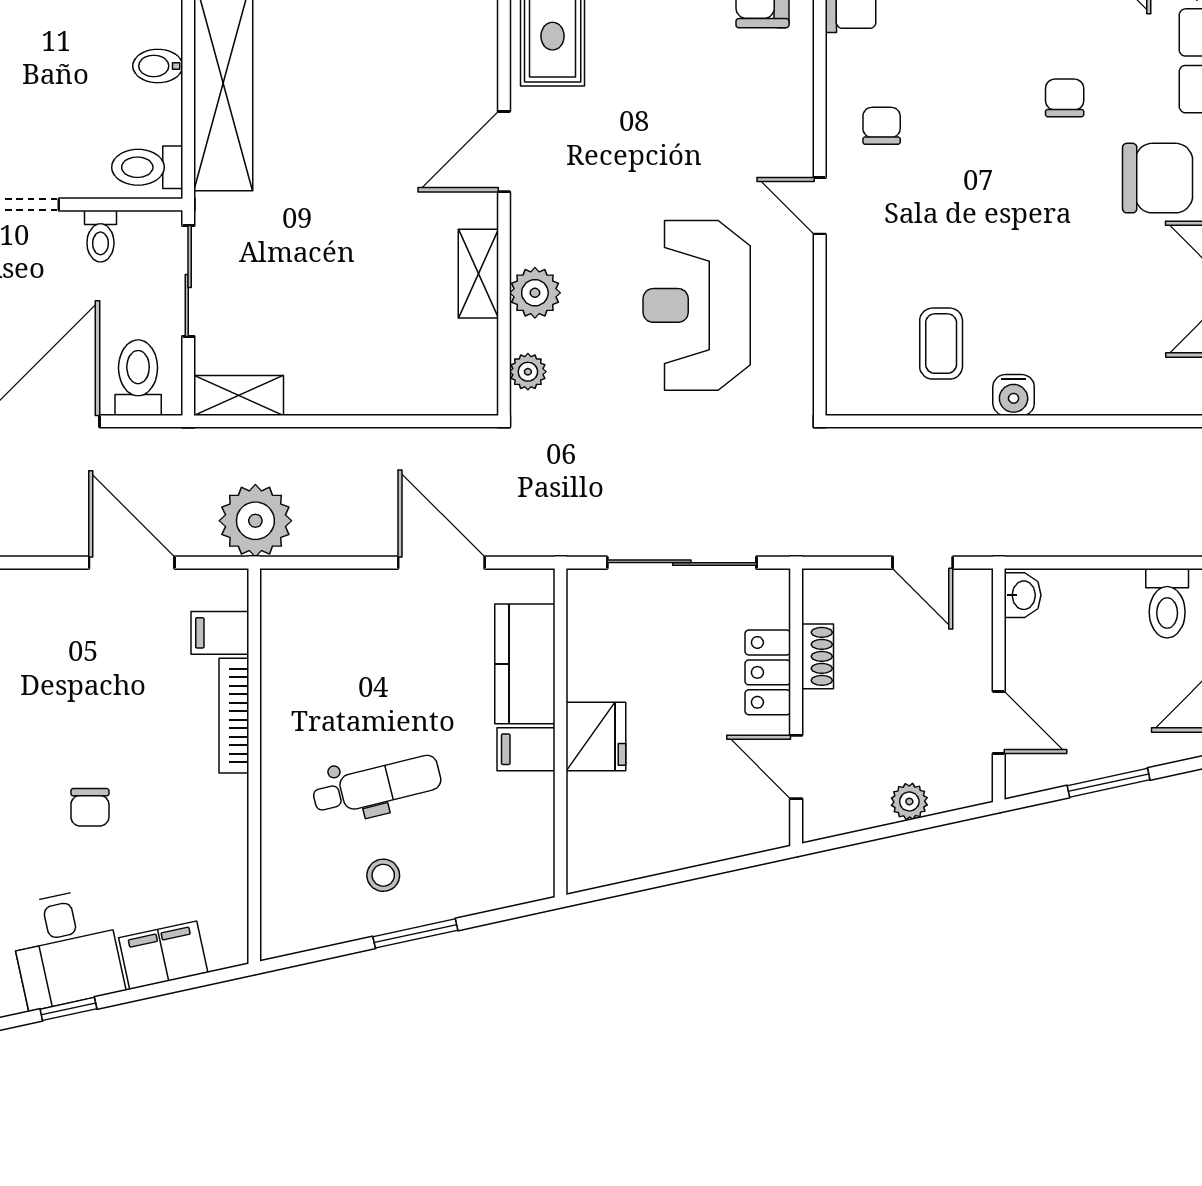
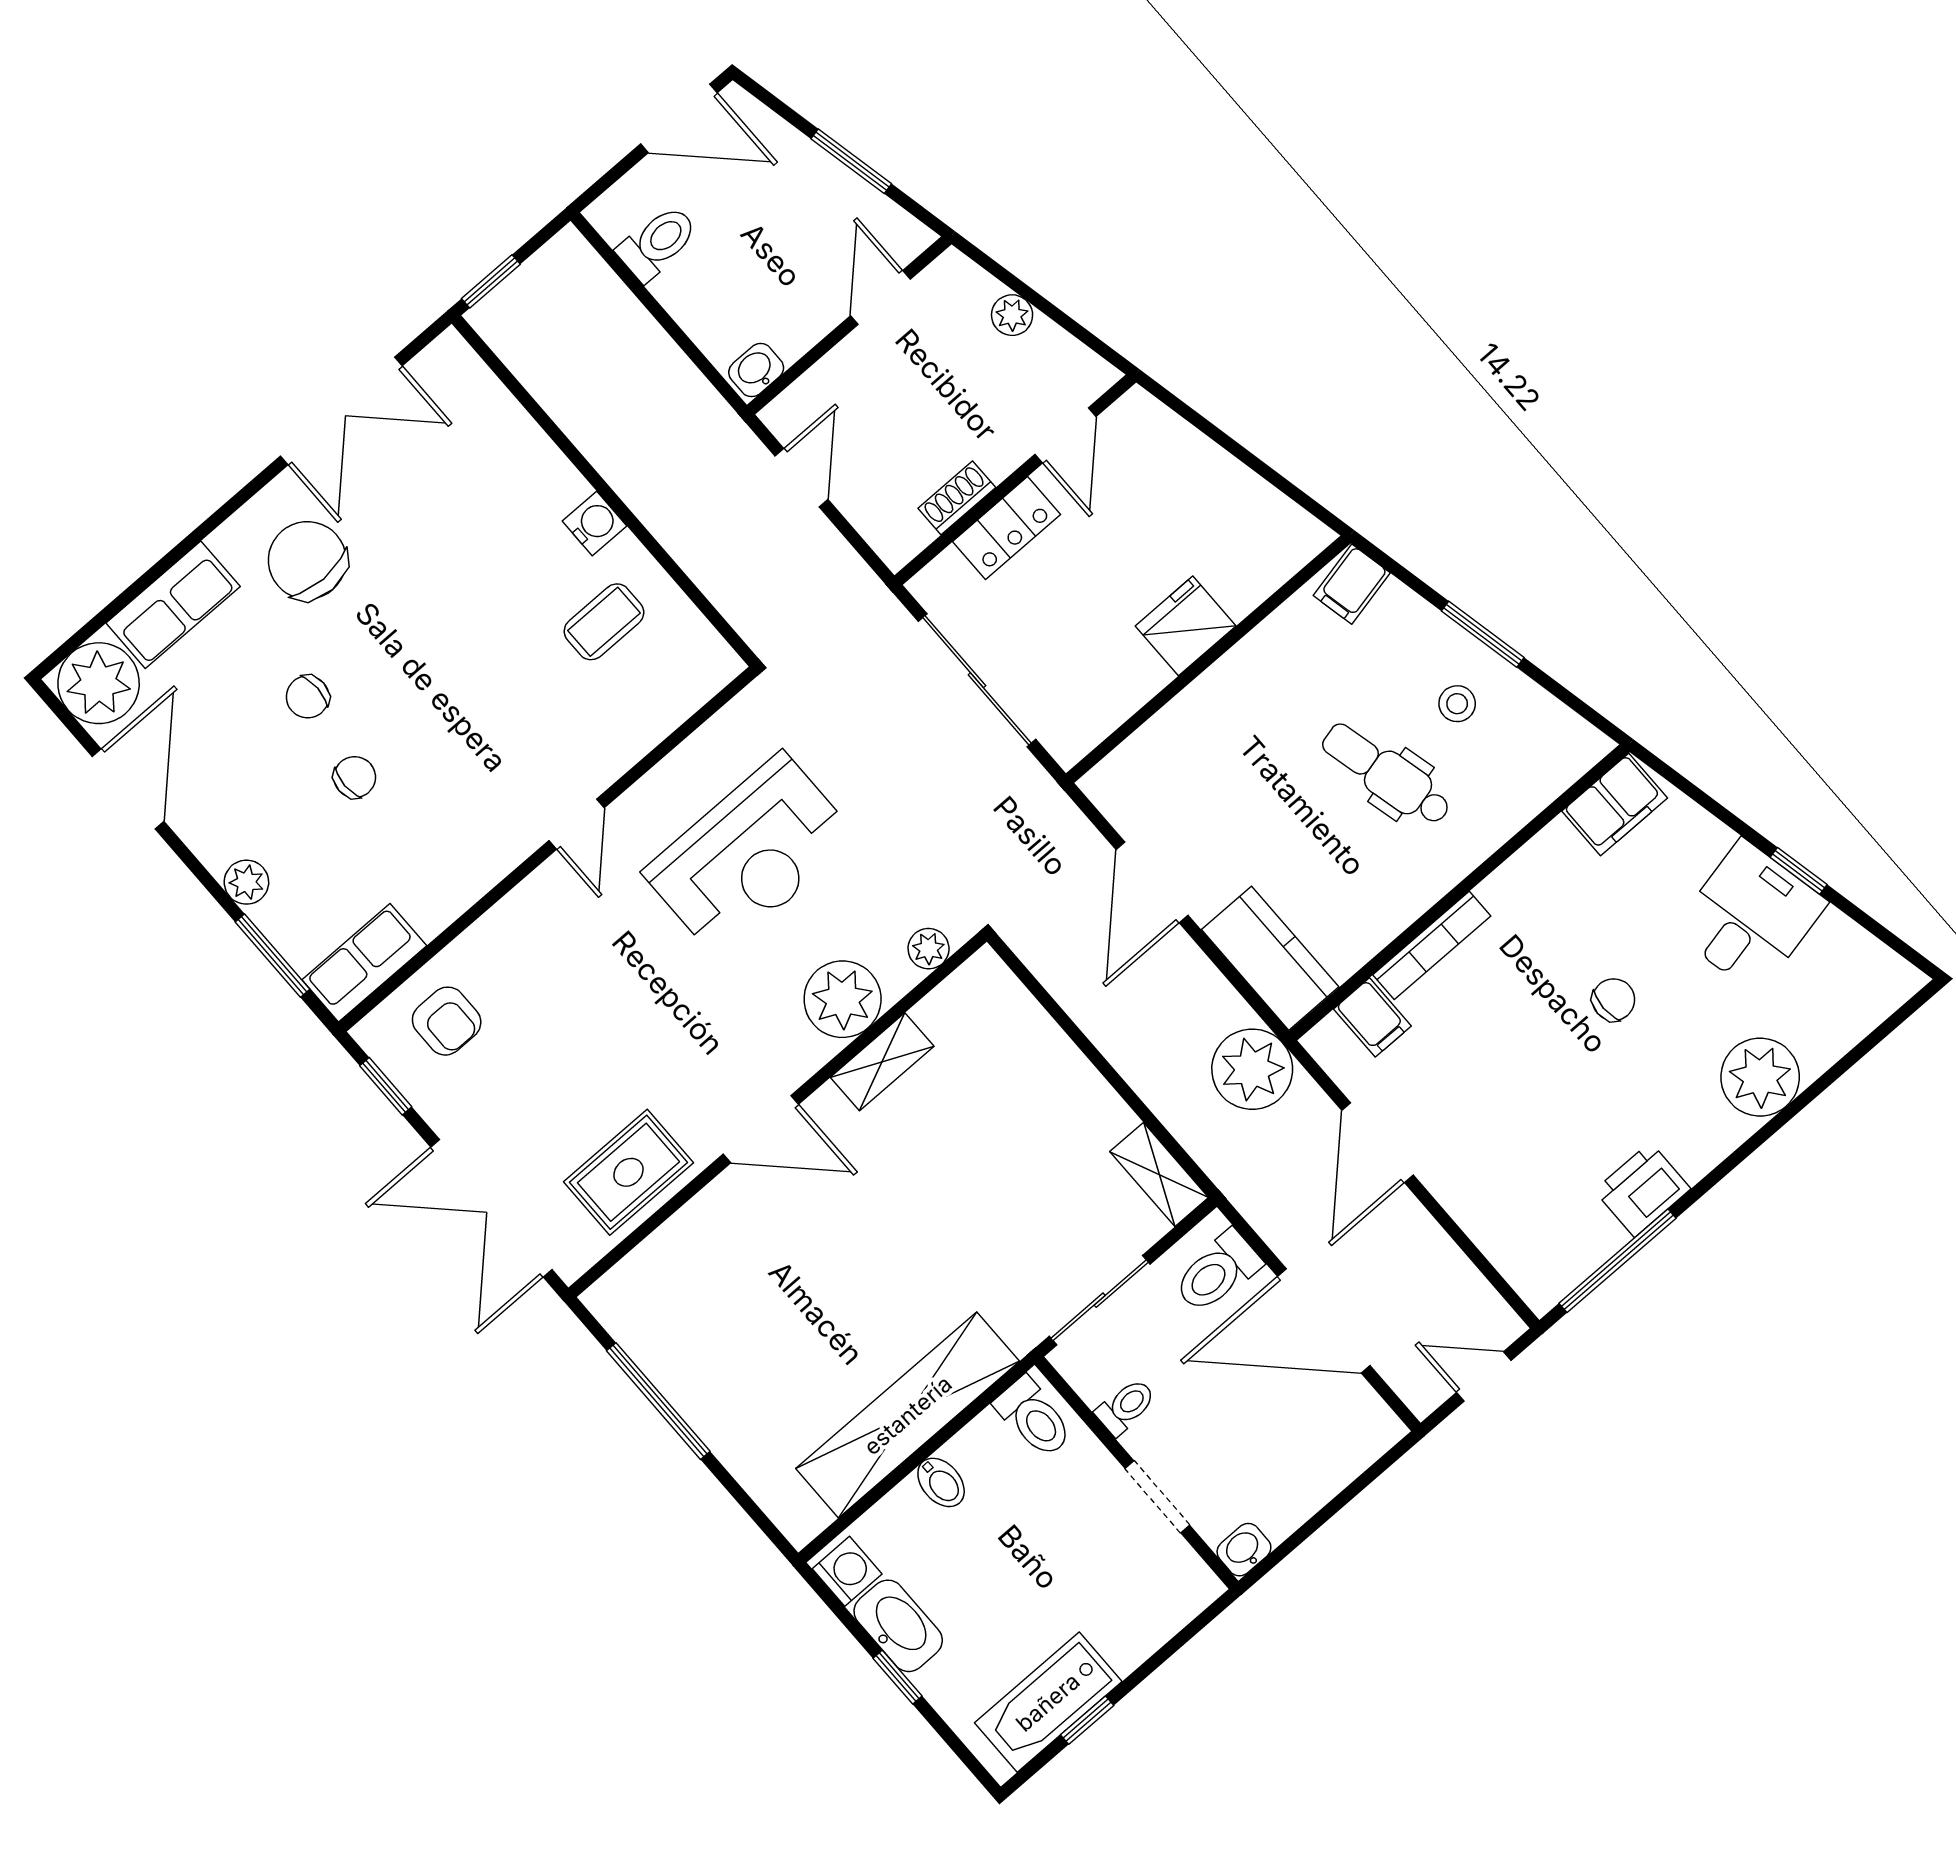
chair: (882, 126) -> (355, 777), moved, turned 180
plant: (535, 293) -> (843, 999), width x1.36, depth x1.36
kitchen counter: (525, 664) -> (1270, 958), moved, turned -90
filing cabinet: (526, 749) -> (1352, 584), moved, turned 78
filing cabinet: (163, 955) -> (1615, 804), moved, turned -78

